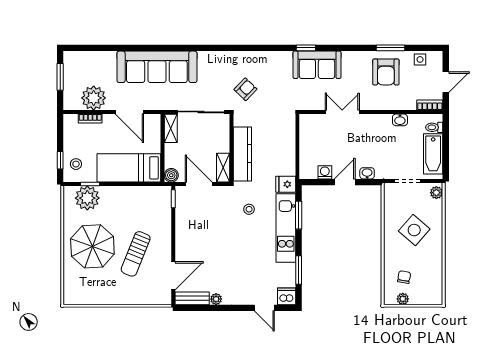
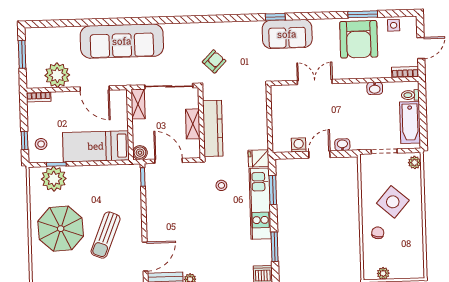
armchair: (386, 72) -> (359, 39), width x1.36, depth x1.36
bookcase: (90, 119) -> (39, 97), moved
shelving: (223, 168) -> (193, 124), moved
chair: (404, 277) -> (378, 233), moved

